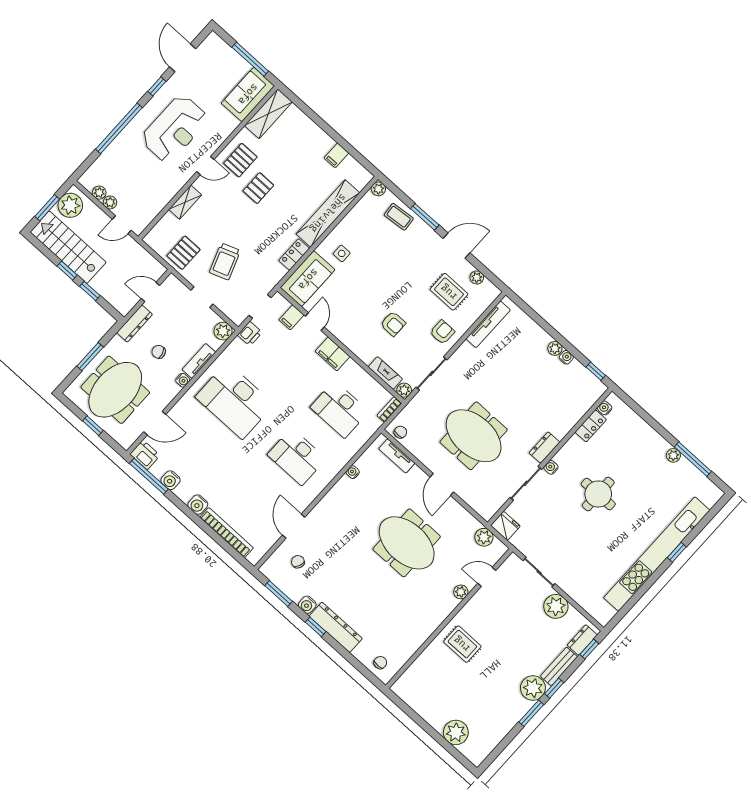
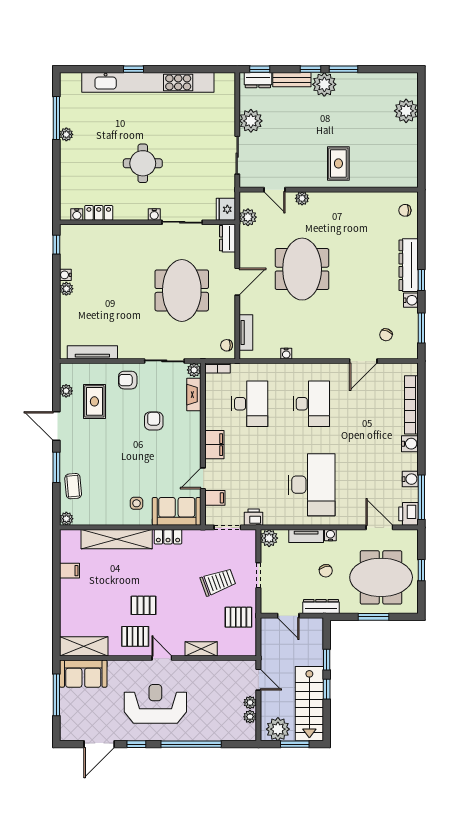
dresser: (544, 448) -> (227, 238), moved, turned 90

